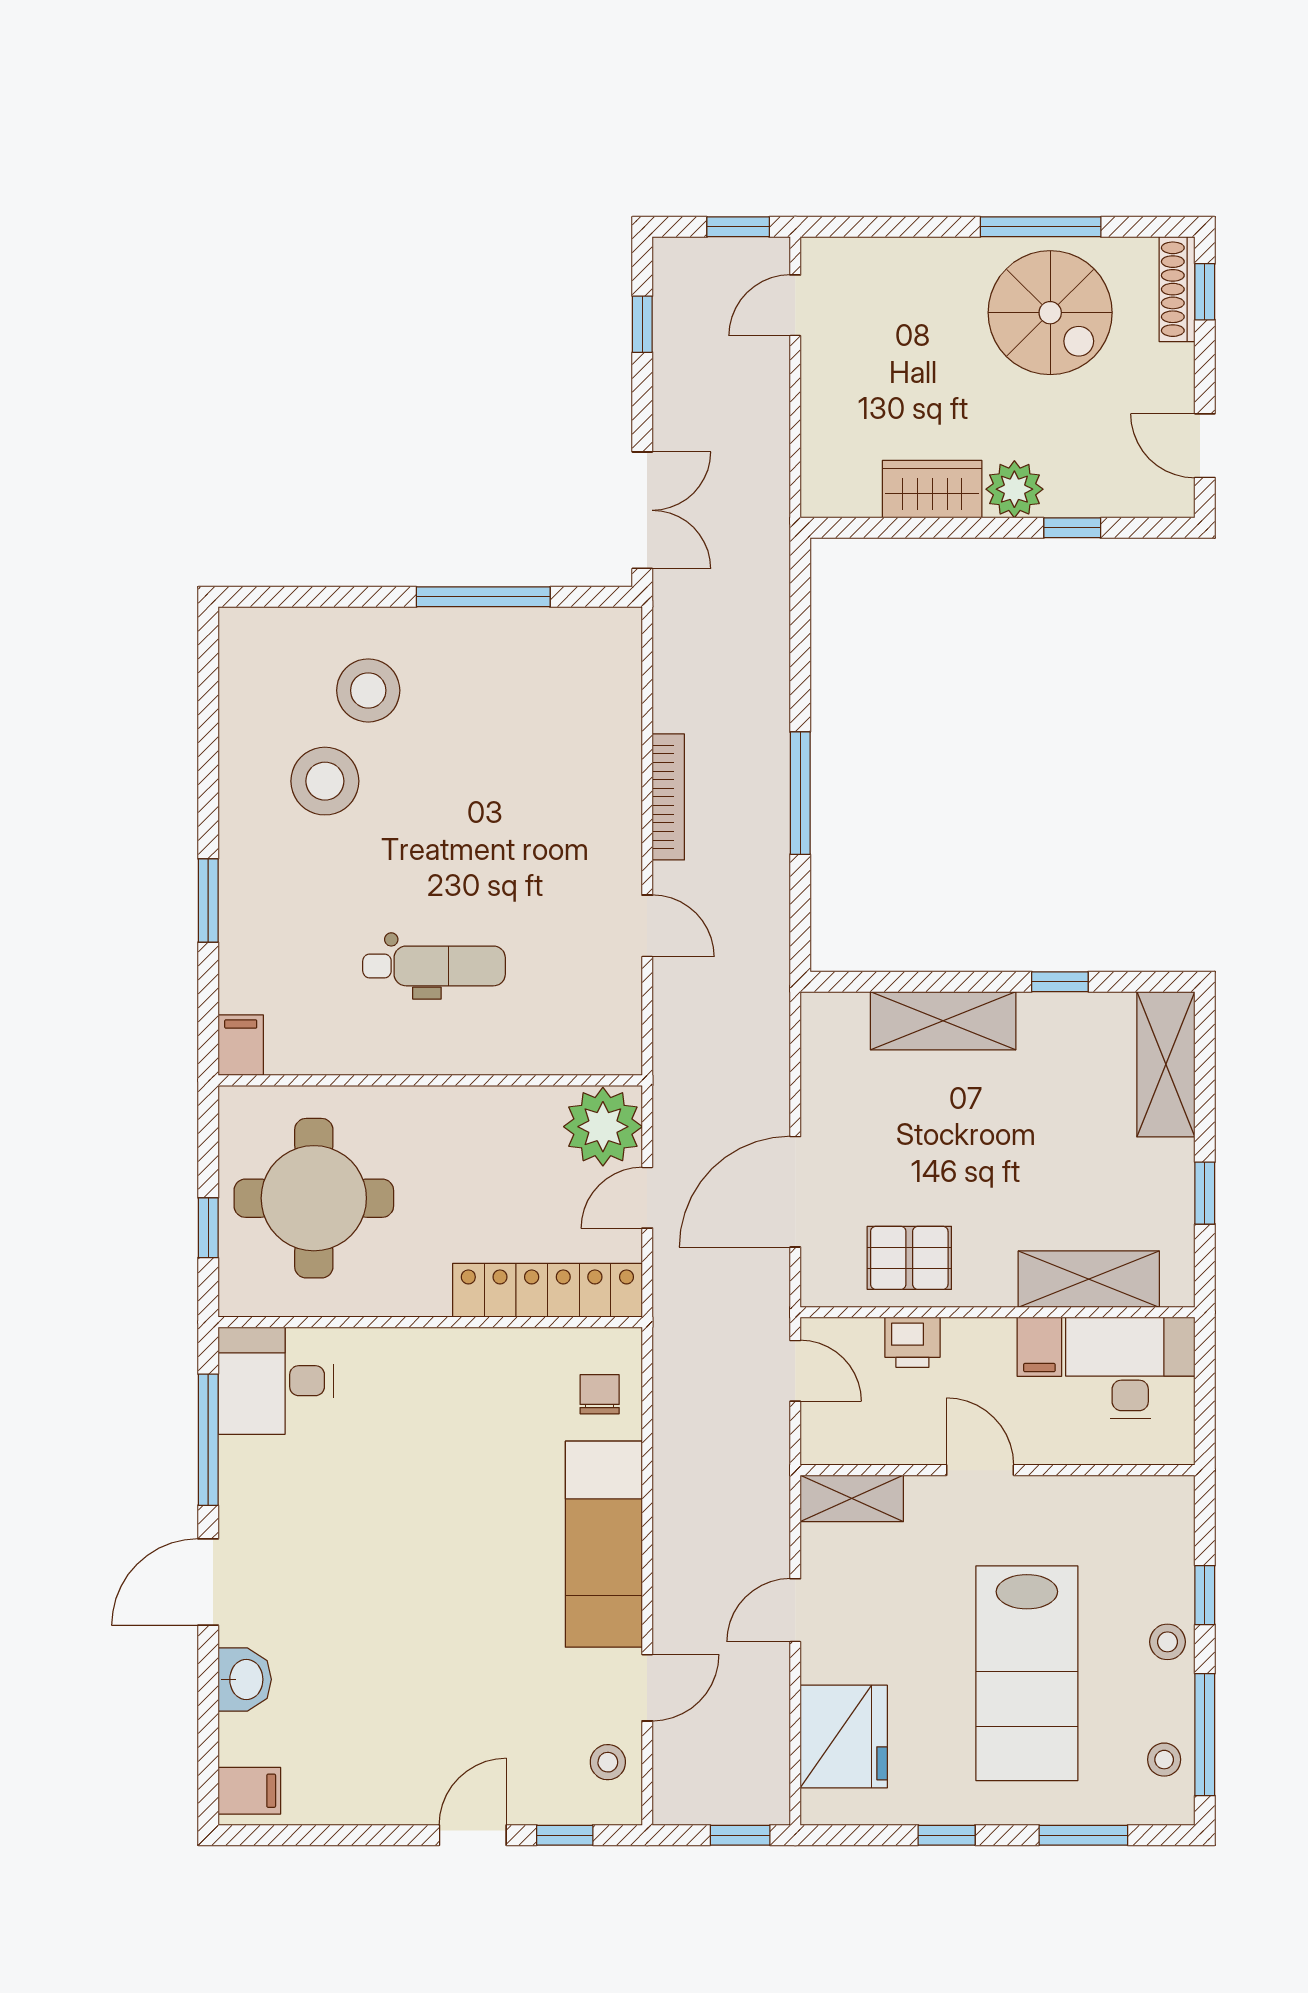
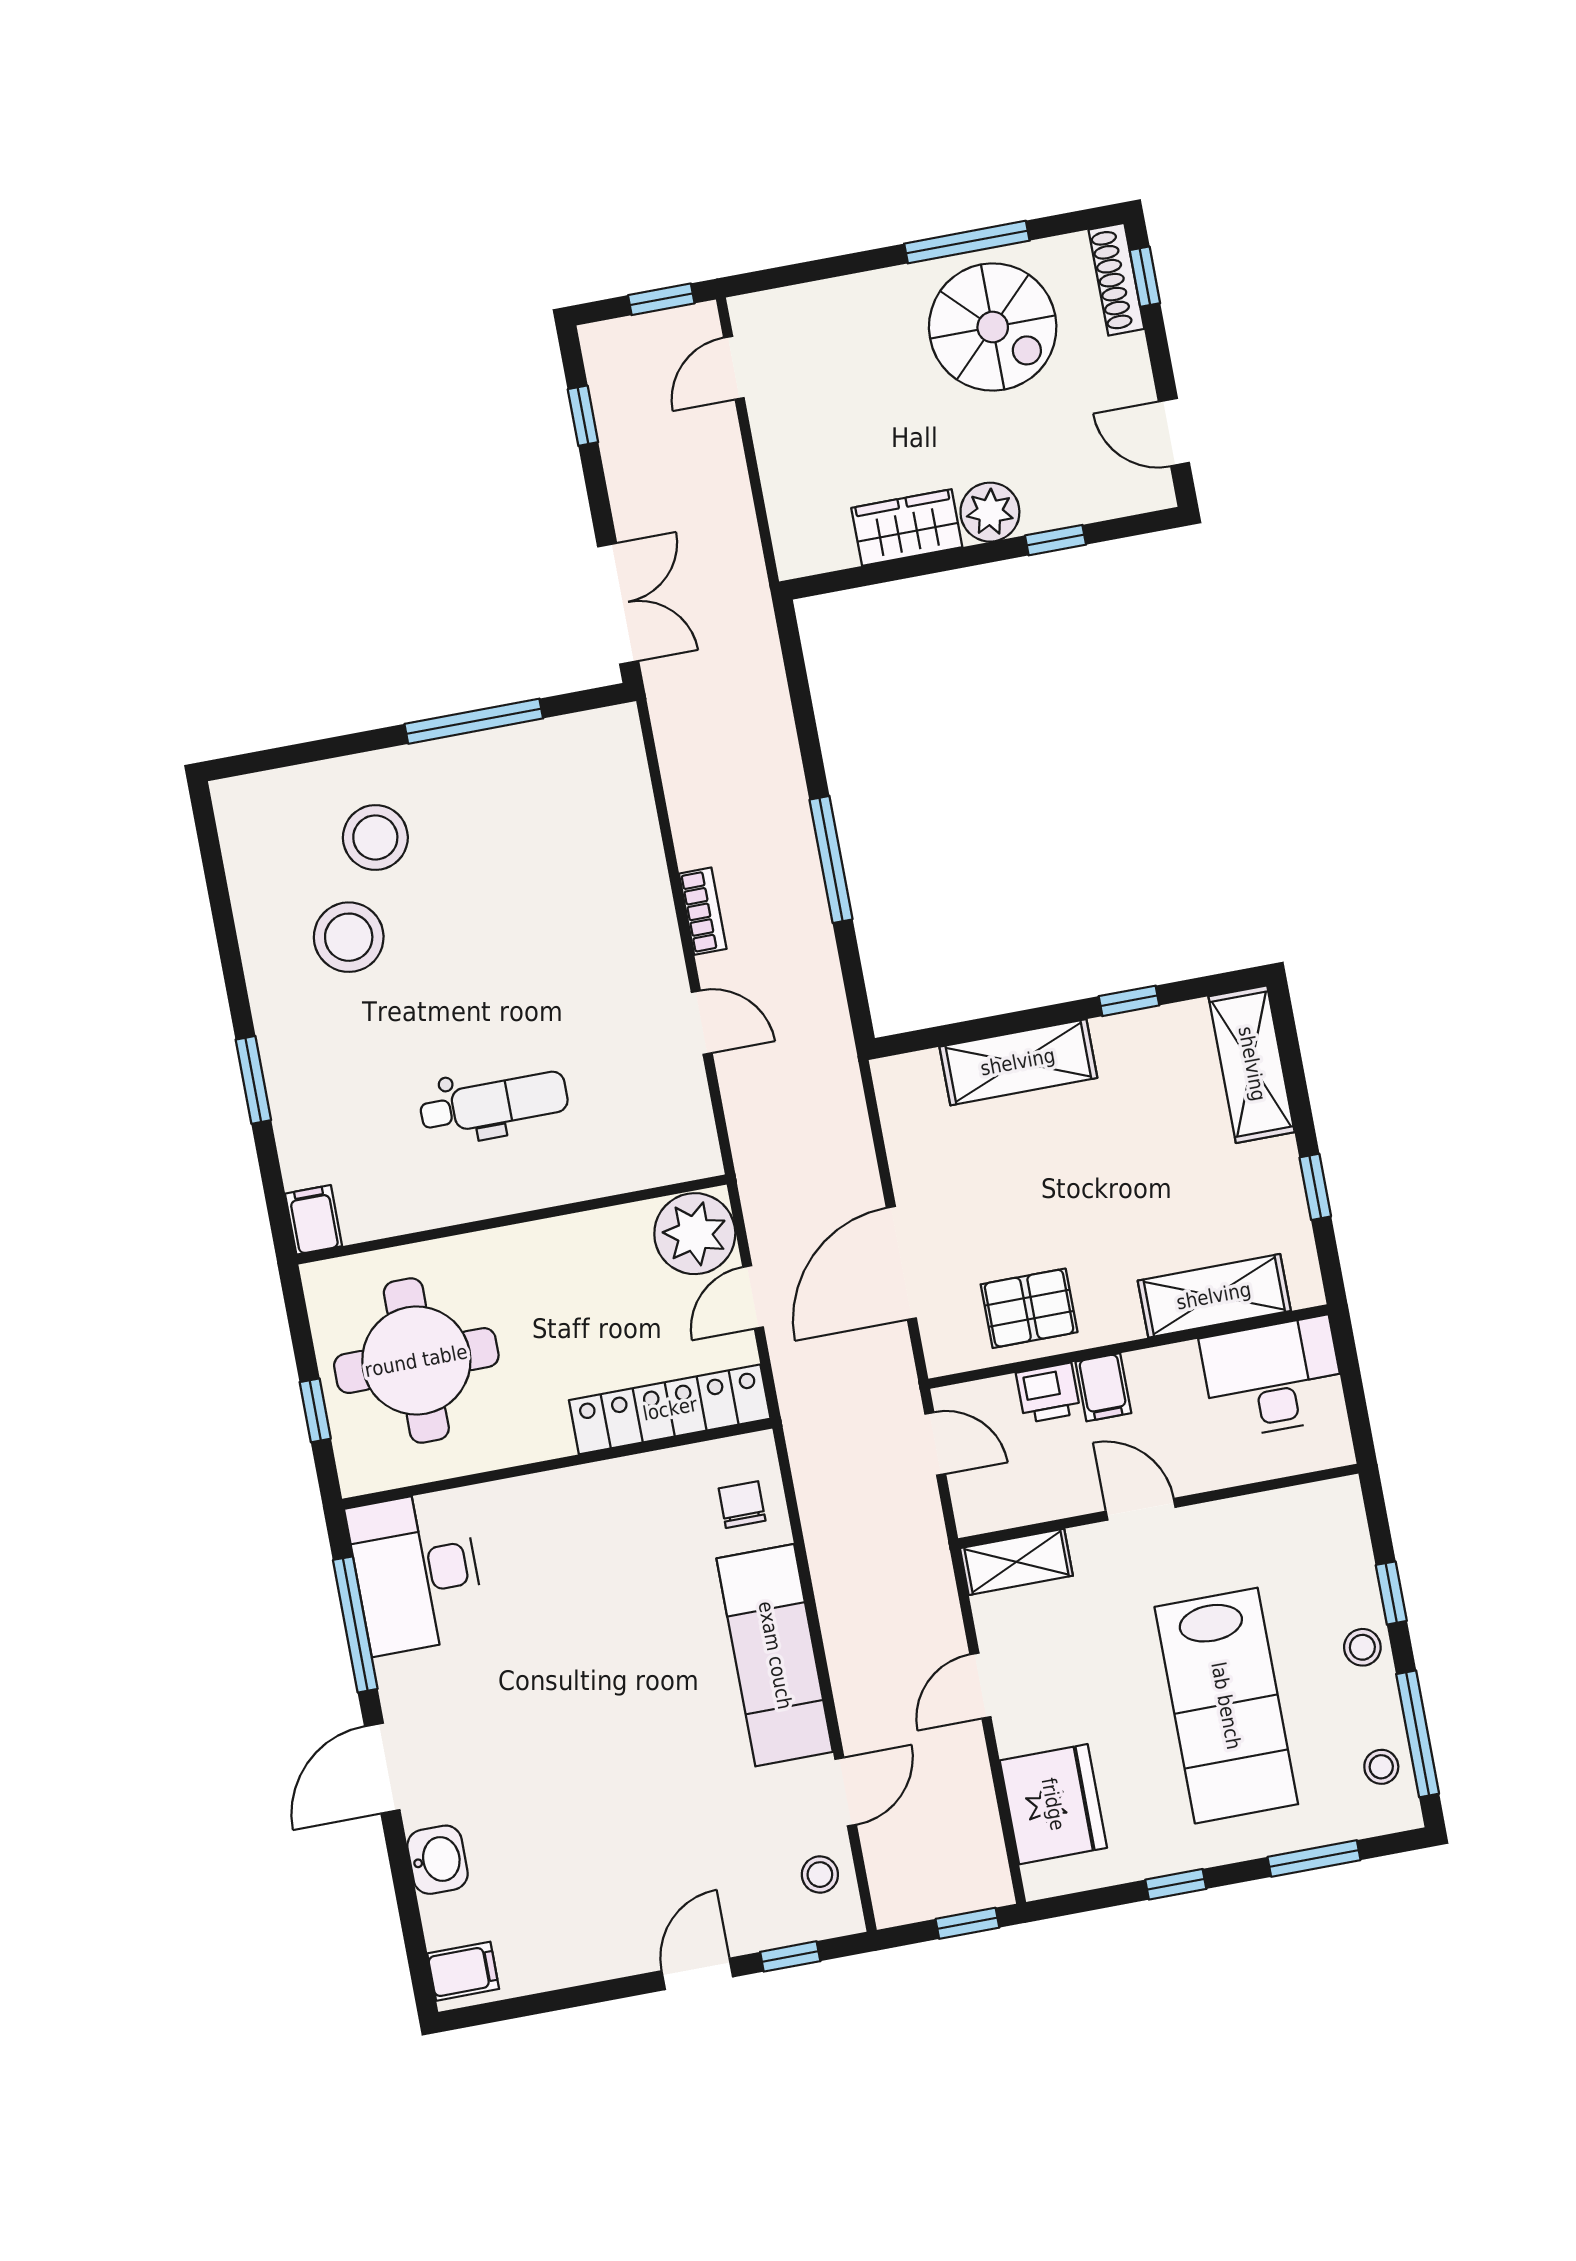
bookcase: (668, 797) -> (703, 911), width x0.64
filing cabinet: (1039, 1347) -> (1103, 1387), moved
desk: (276, 1381) -> (416, 1572), width x1.37

